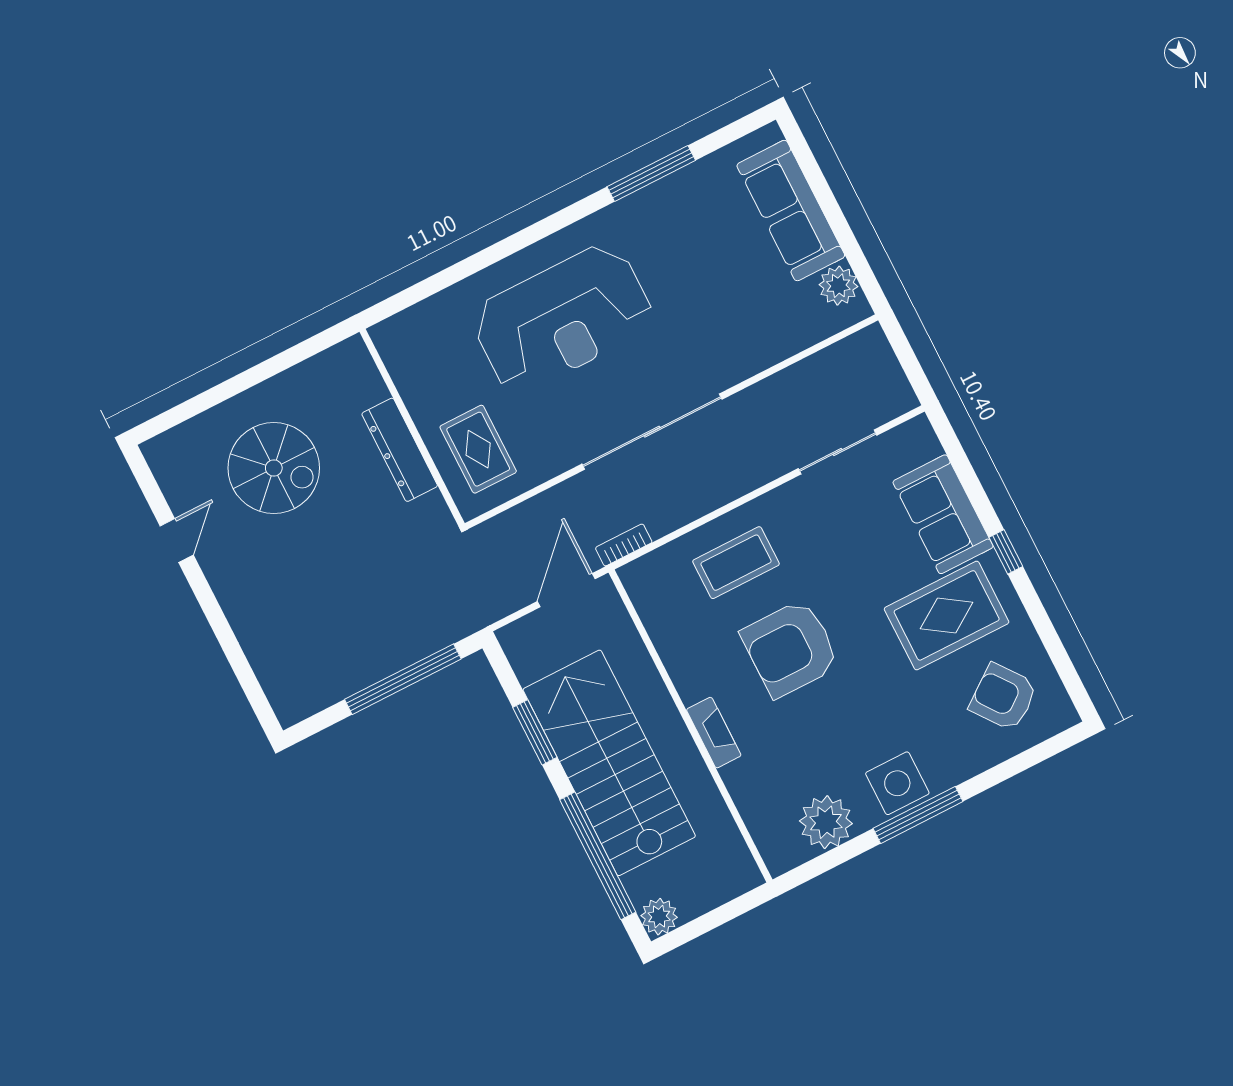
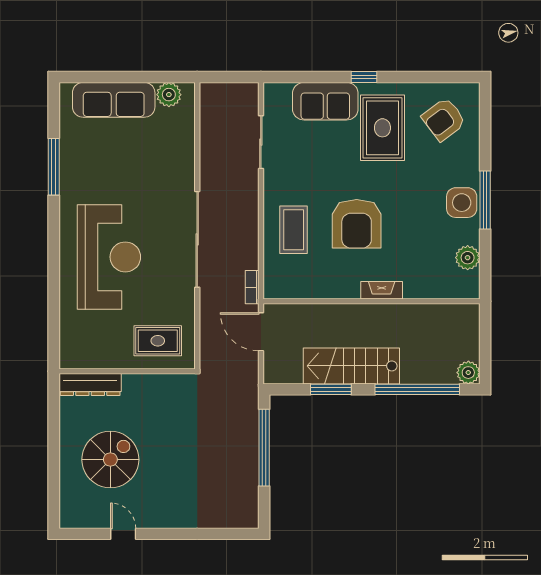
dresser: (400, 450) -> (90, 385), moved
stairs: (609, 763) -> (351, 366), width x0.73, depth x0.66
plant: (826, 822) -> (468, 258), width x0.73, depth x0.73

